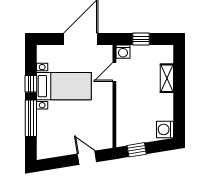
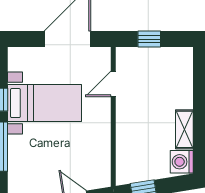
washing machine: (123, 52) -> (125, 56), removed
shelving: (167, 78) -> (184, 129), moved

